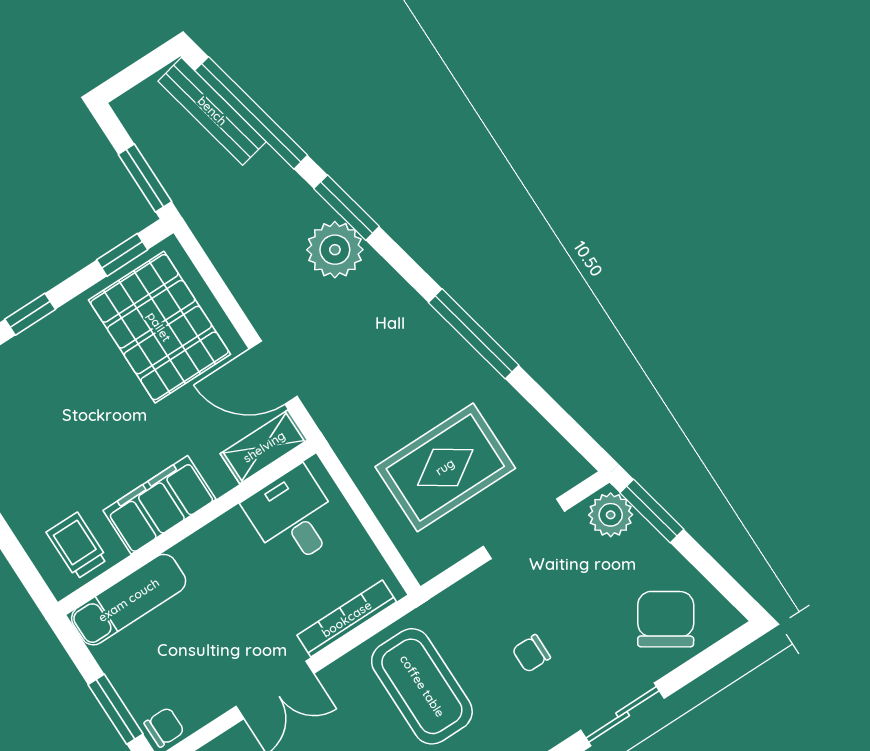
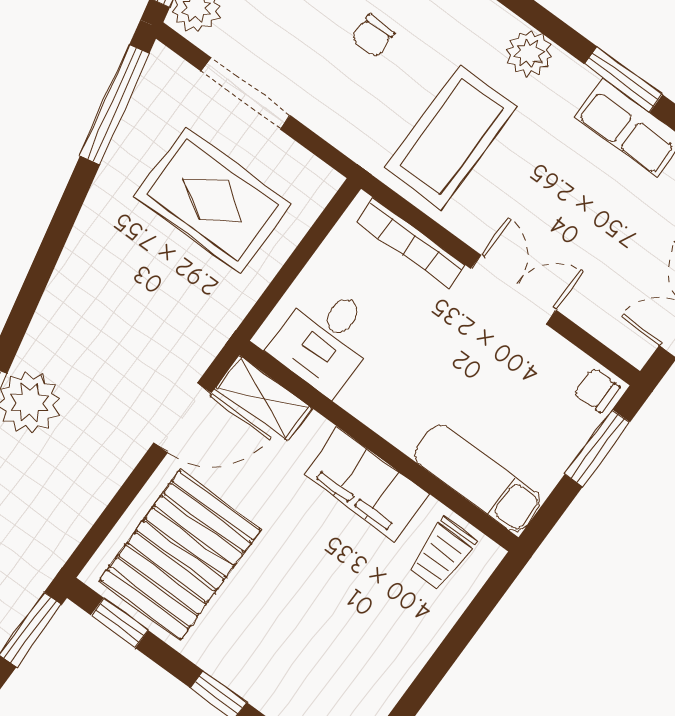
window: (474, 334) -> (115, 105), moved
door: (273, 373) -> (182, 418), hinge flipped
chair: (531, 653) -> (373, 36), turned 90

